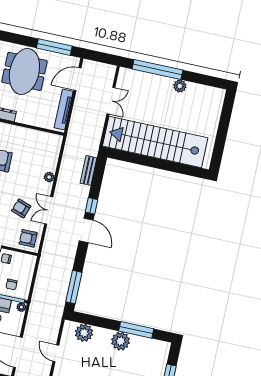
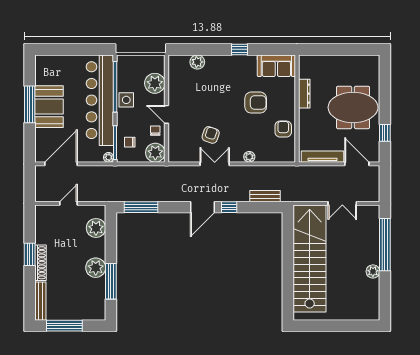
window: (54, 47) -> (385, 133), width x0.46
armchair: (28, 238) -> (283, 129), moved
plant: (26, 263) -> (155, 153), added

